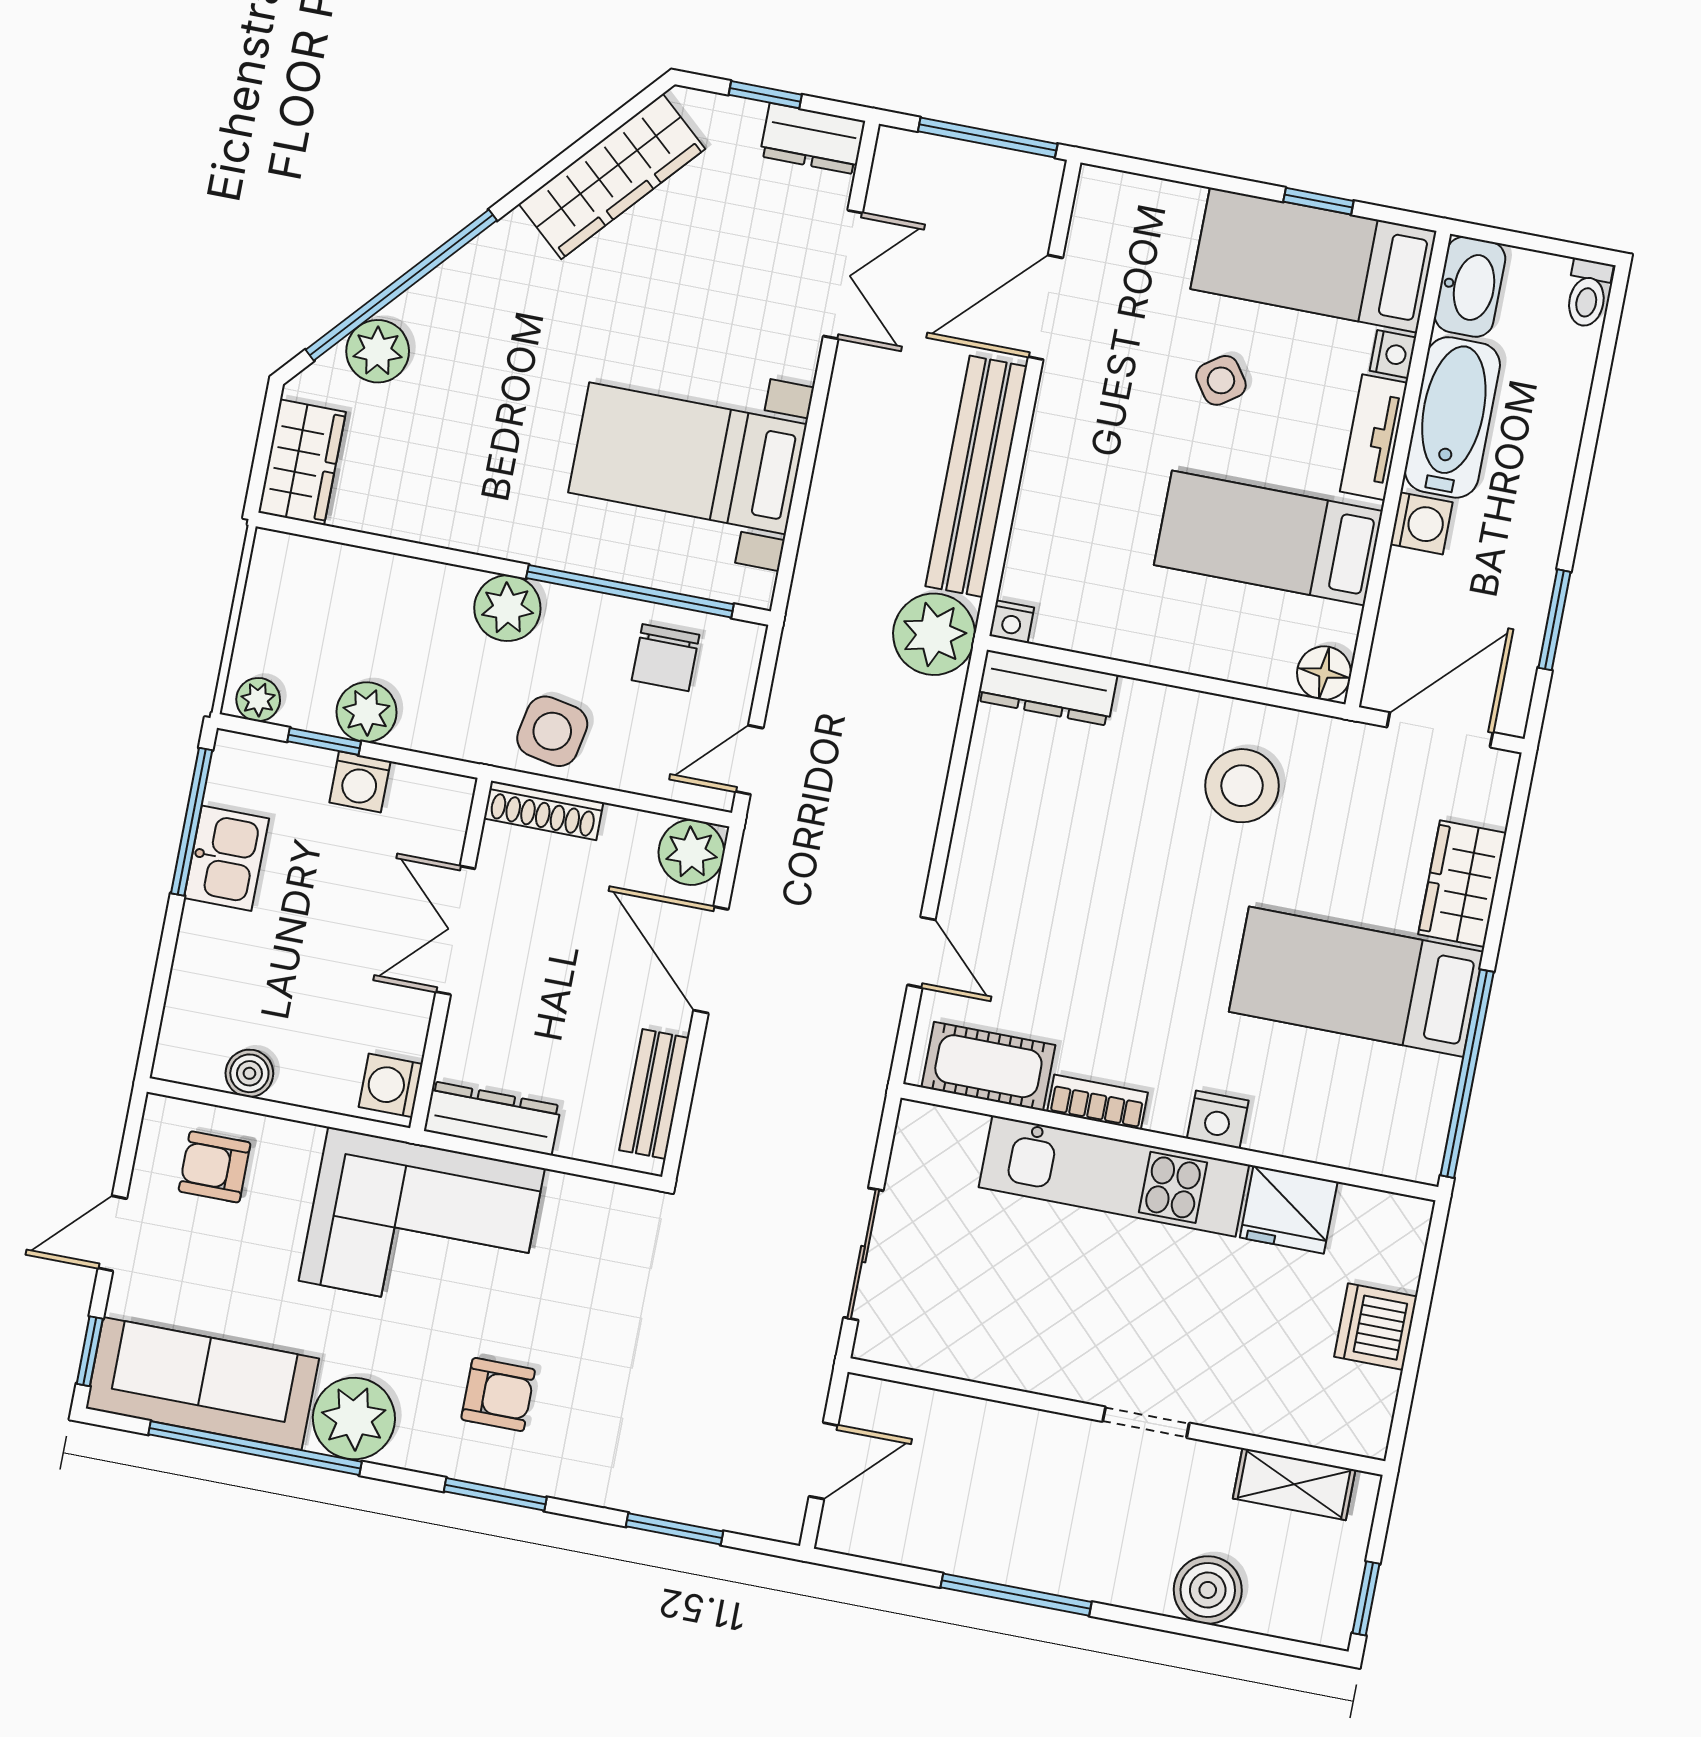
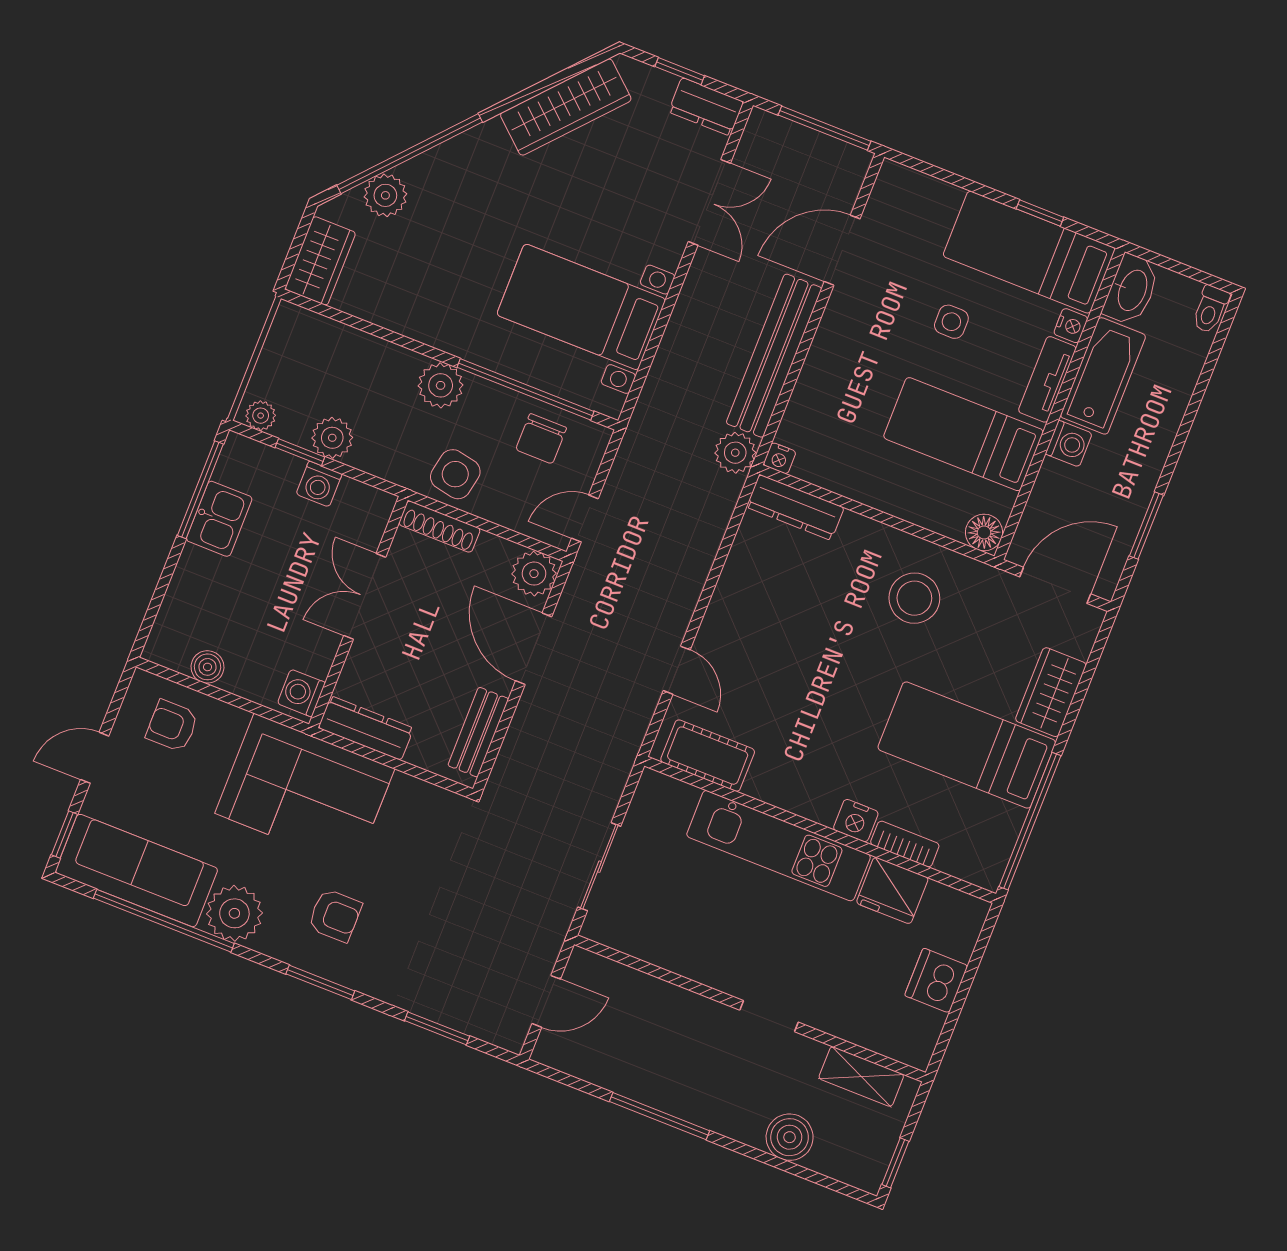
side table: (1221, 380) -> (951, 322), turned 35
plant: (934, 634) -> (735, 453), width x0.73, depth x0.73
bookcase: (1098, 1102) -> (905, 844), moved

